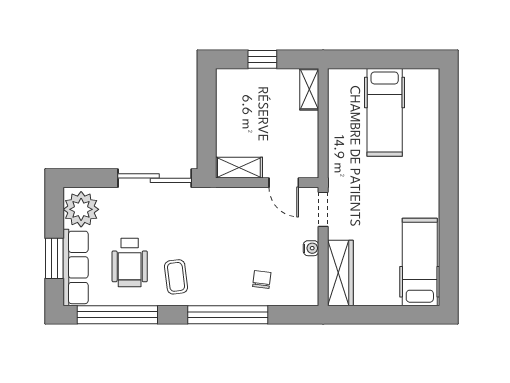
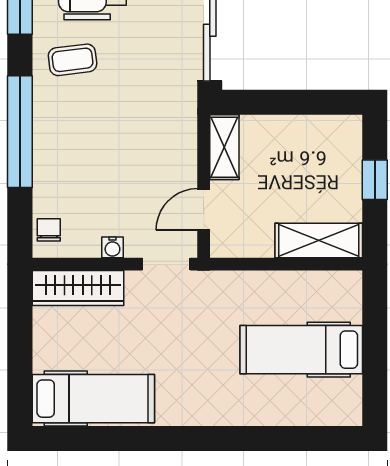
shelving: (309, 89) -> (319, 240), width x1.50, depth x1.33
chair: (262, 279) -> (49, 230), moved, turned -97

